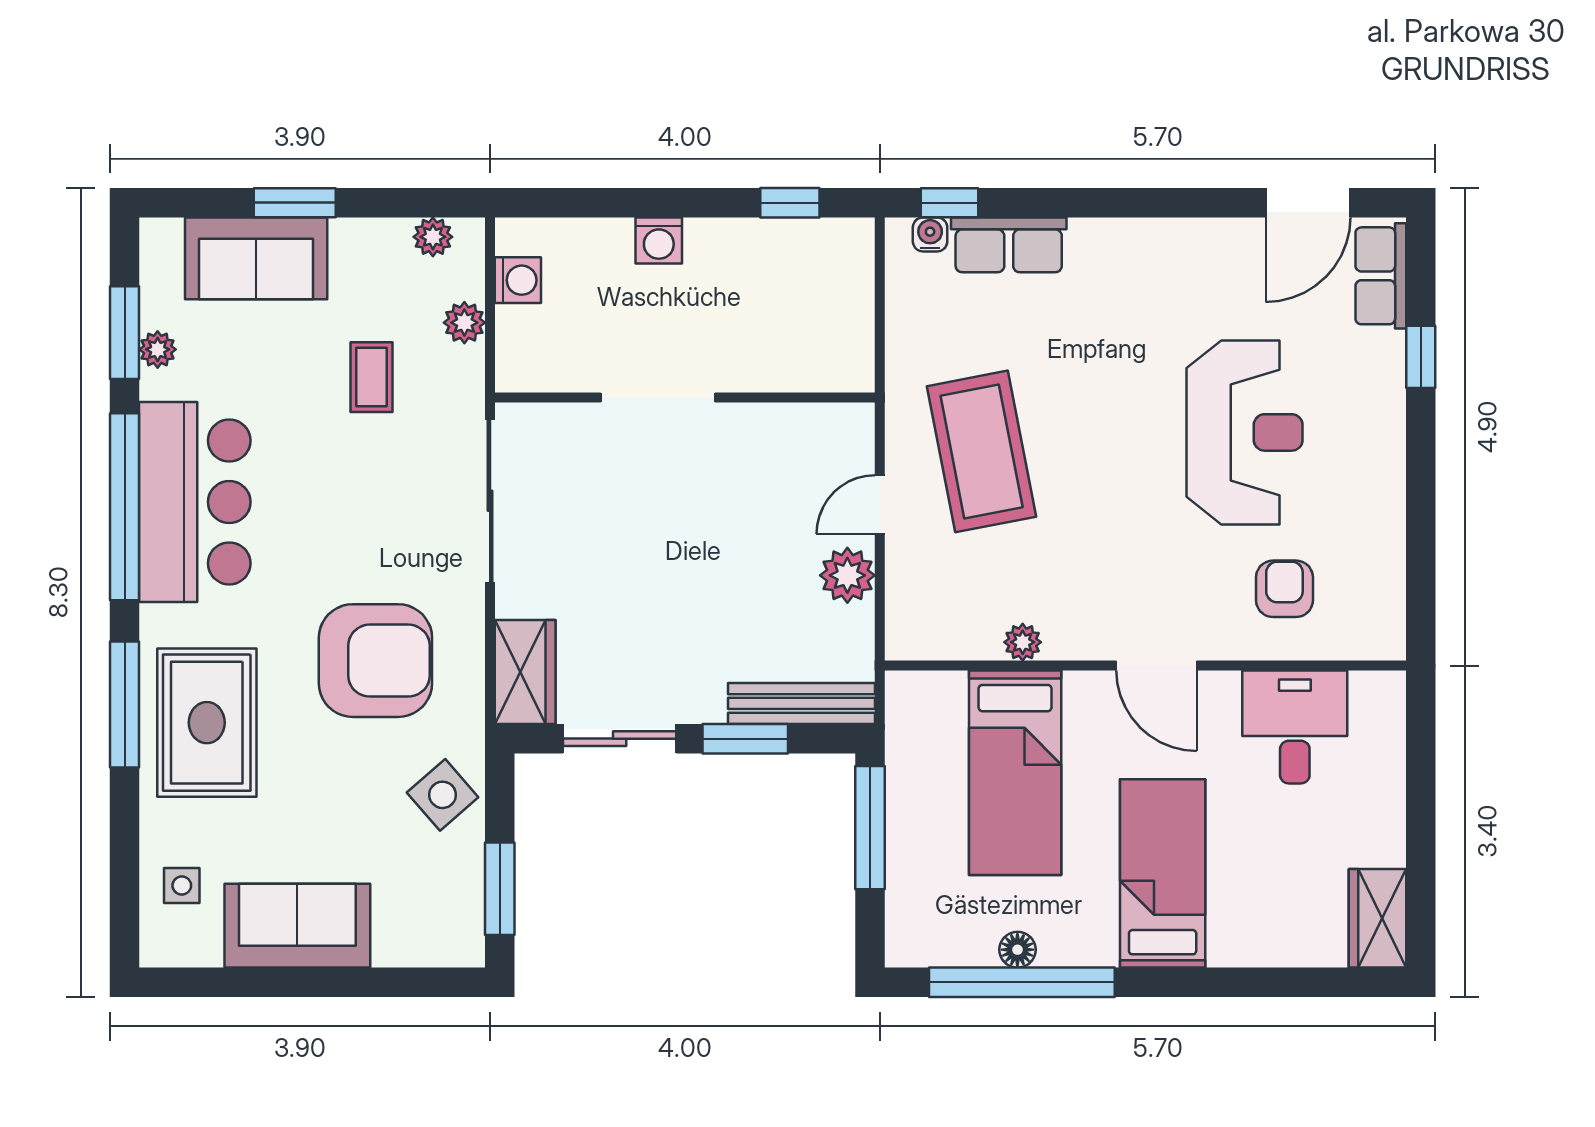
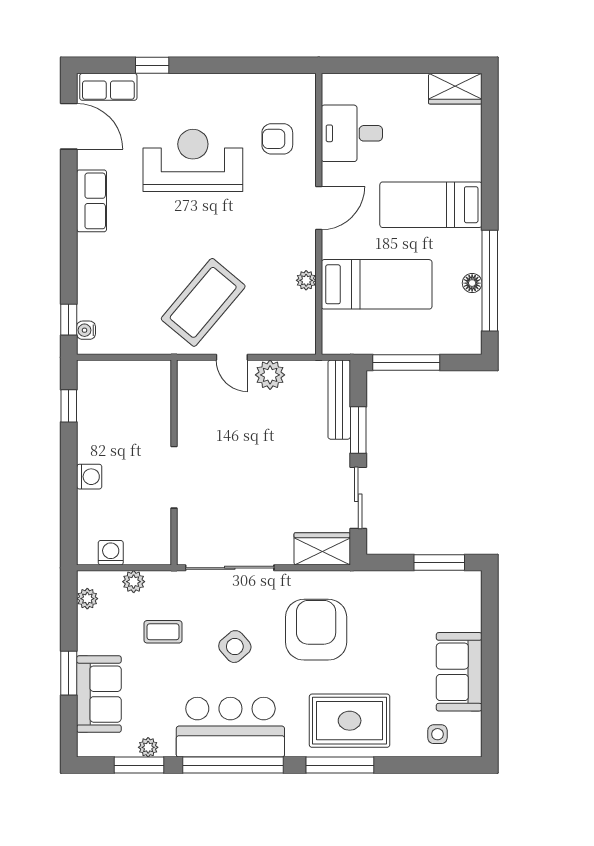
row of seats: (1009, 245) -> (92, 201), moved
coffee table: (982, 451) -> (203, 302), turned -39
side table: (443, 795) -> (235, 647), moved

